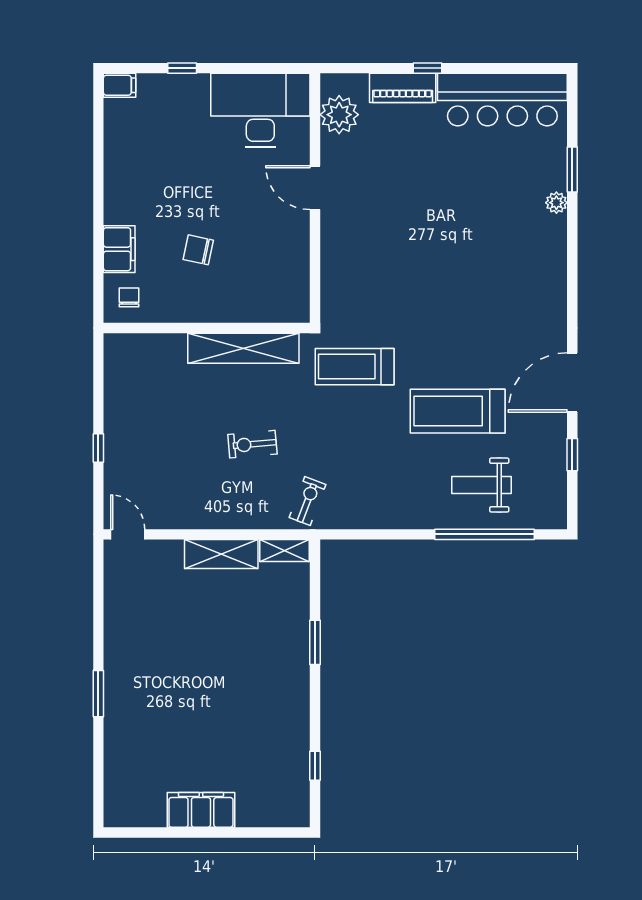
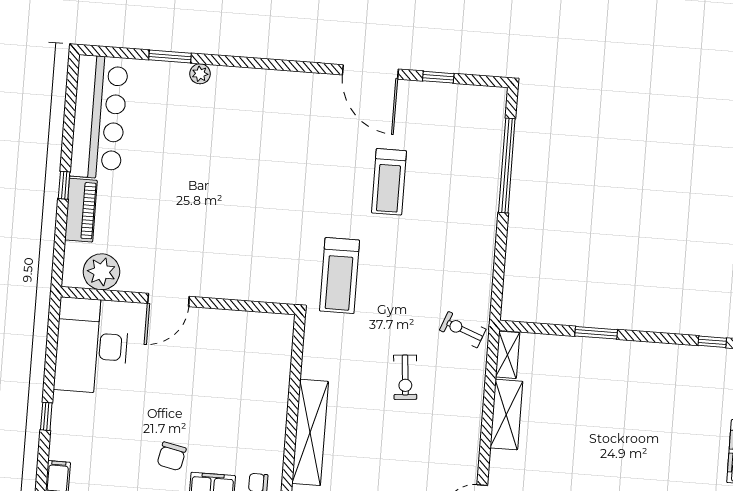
chair: (198, 250) -> (172, 456), moved
shelving: (243, 348) -> (310, 432), moved
treadmill: (458, 411) -> (389, 182), width x0.73, depth x0.73
weight bench: (481, 485) -> (460, 165), removed

